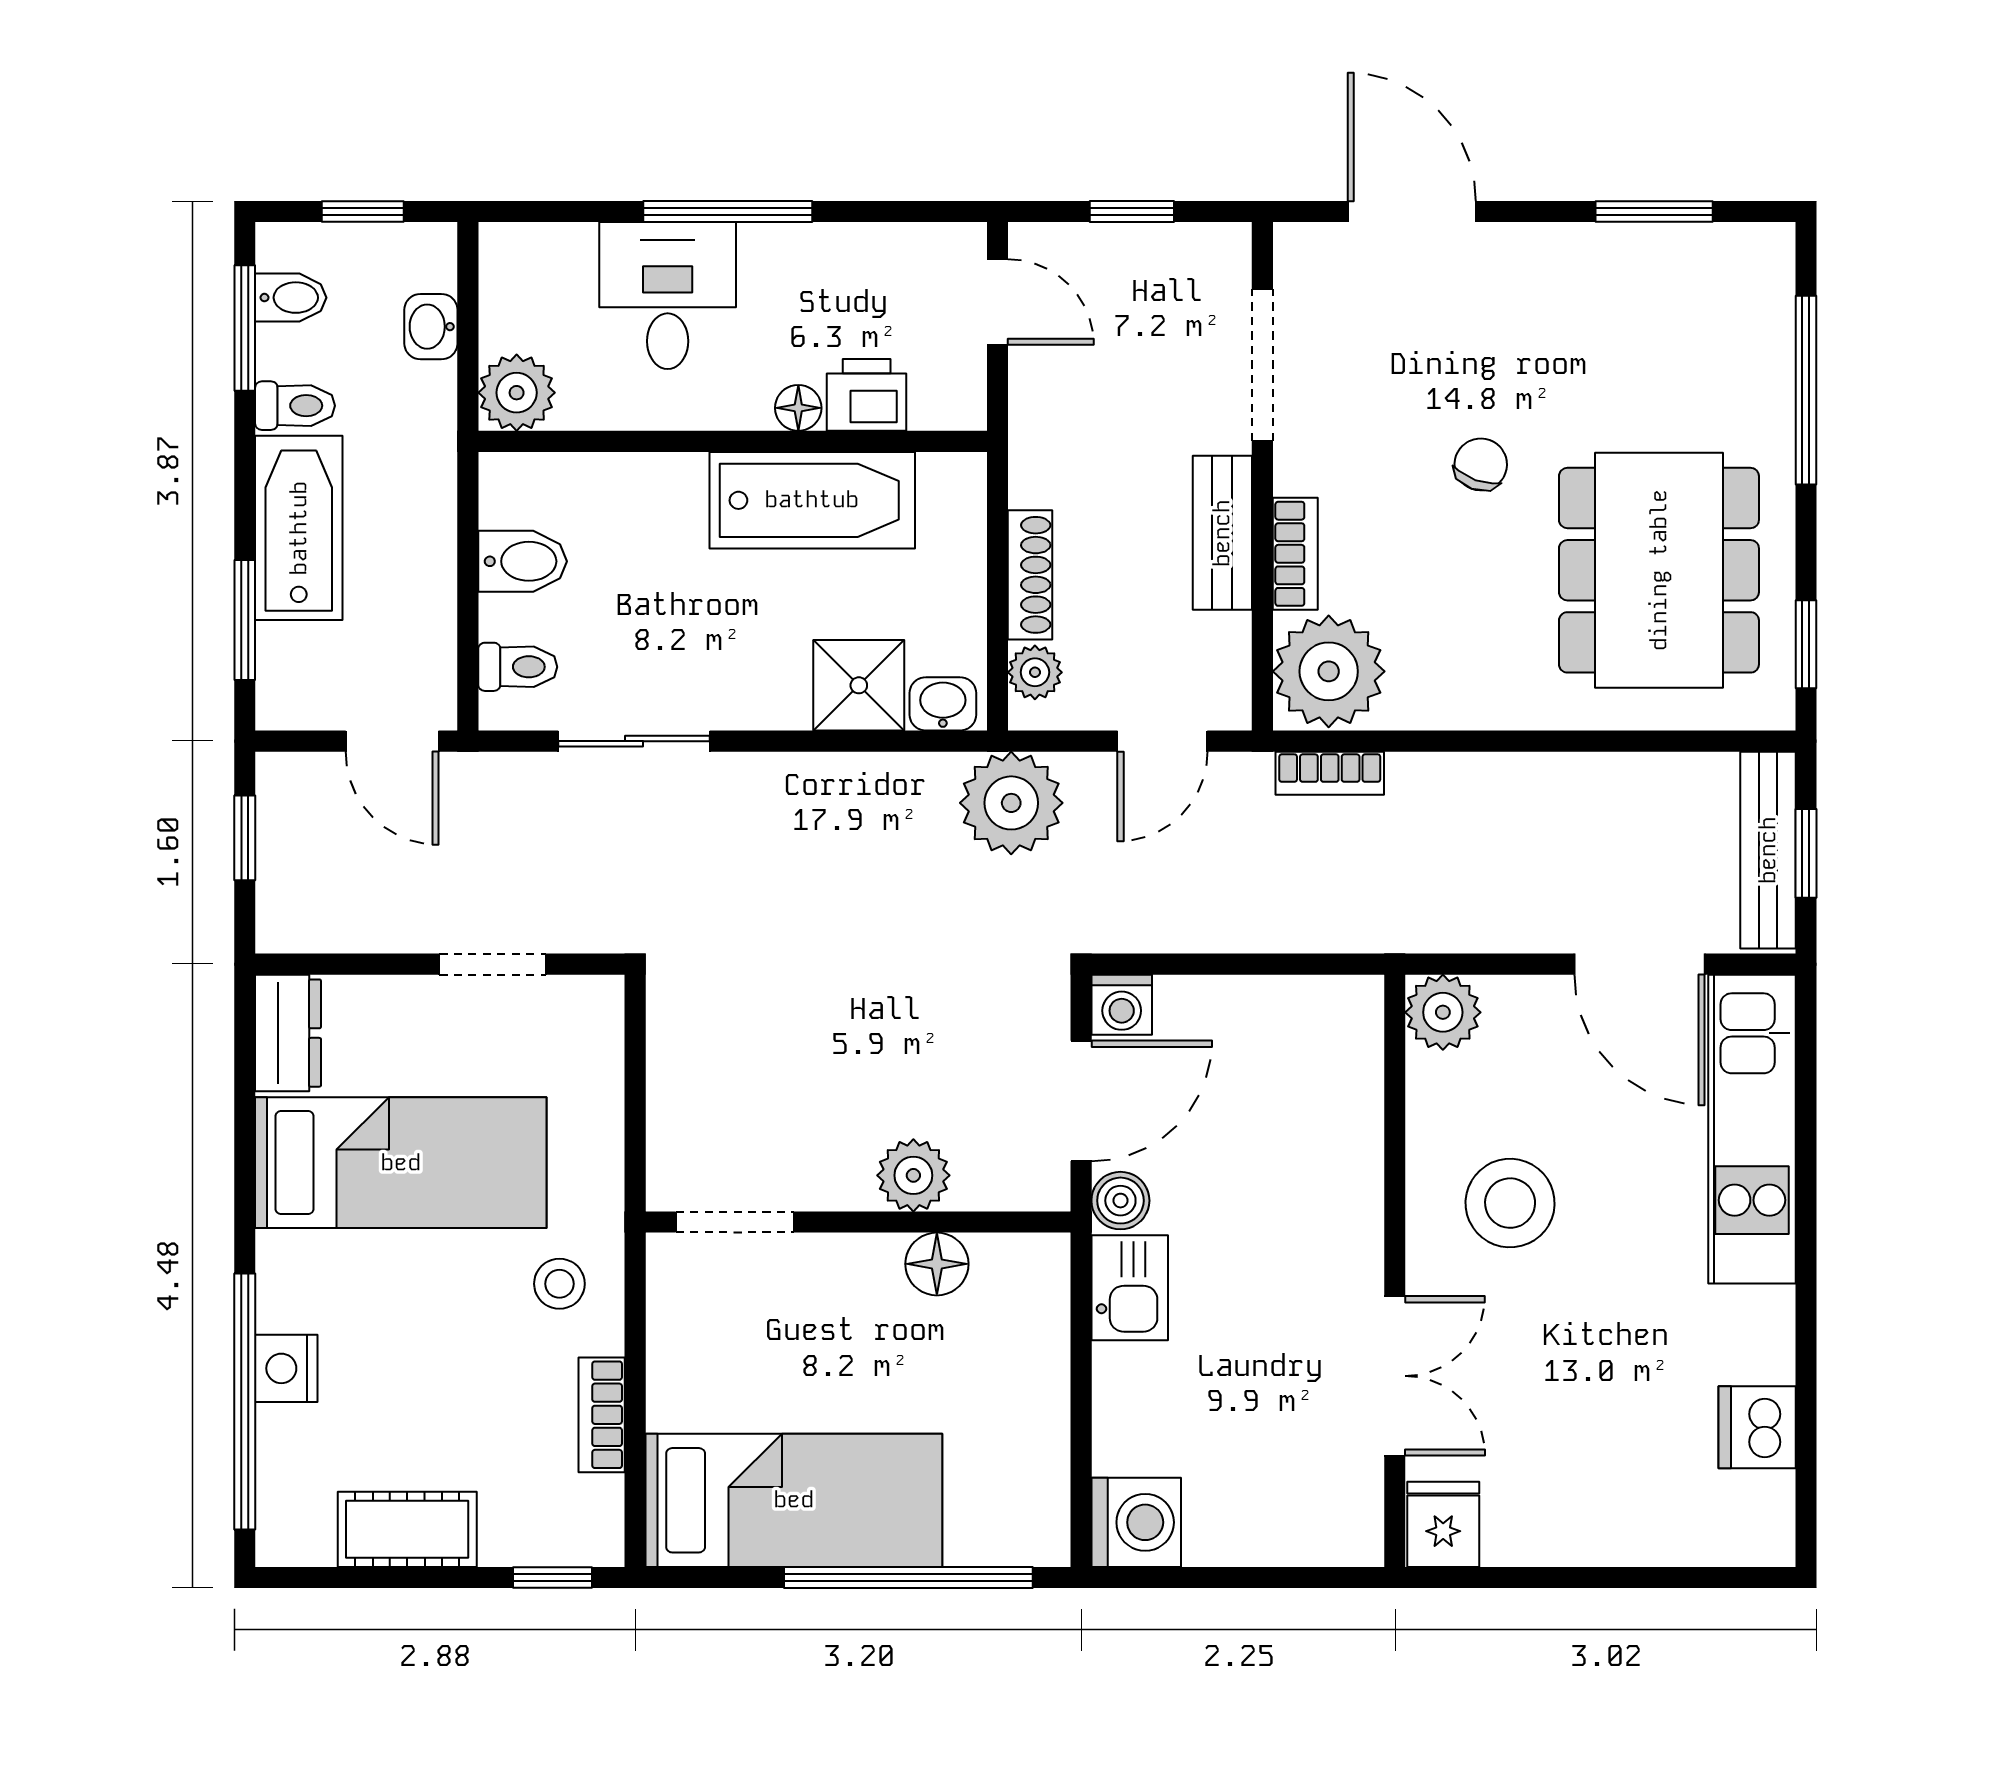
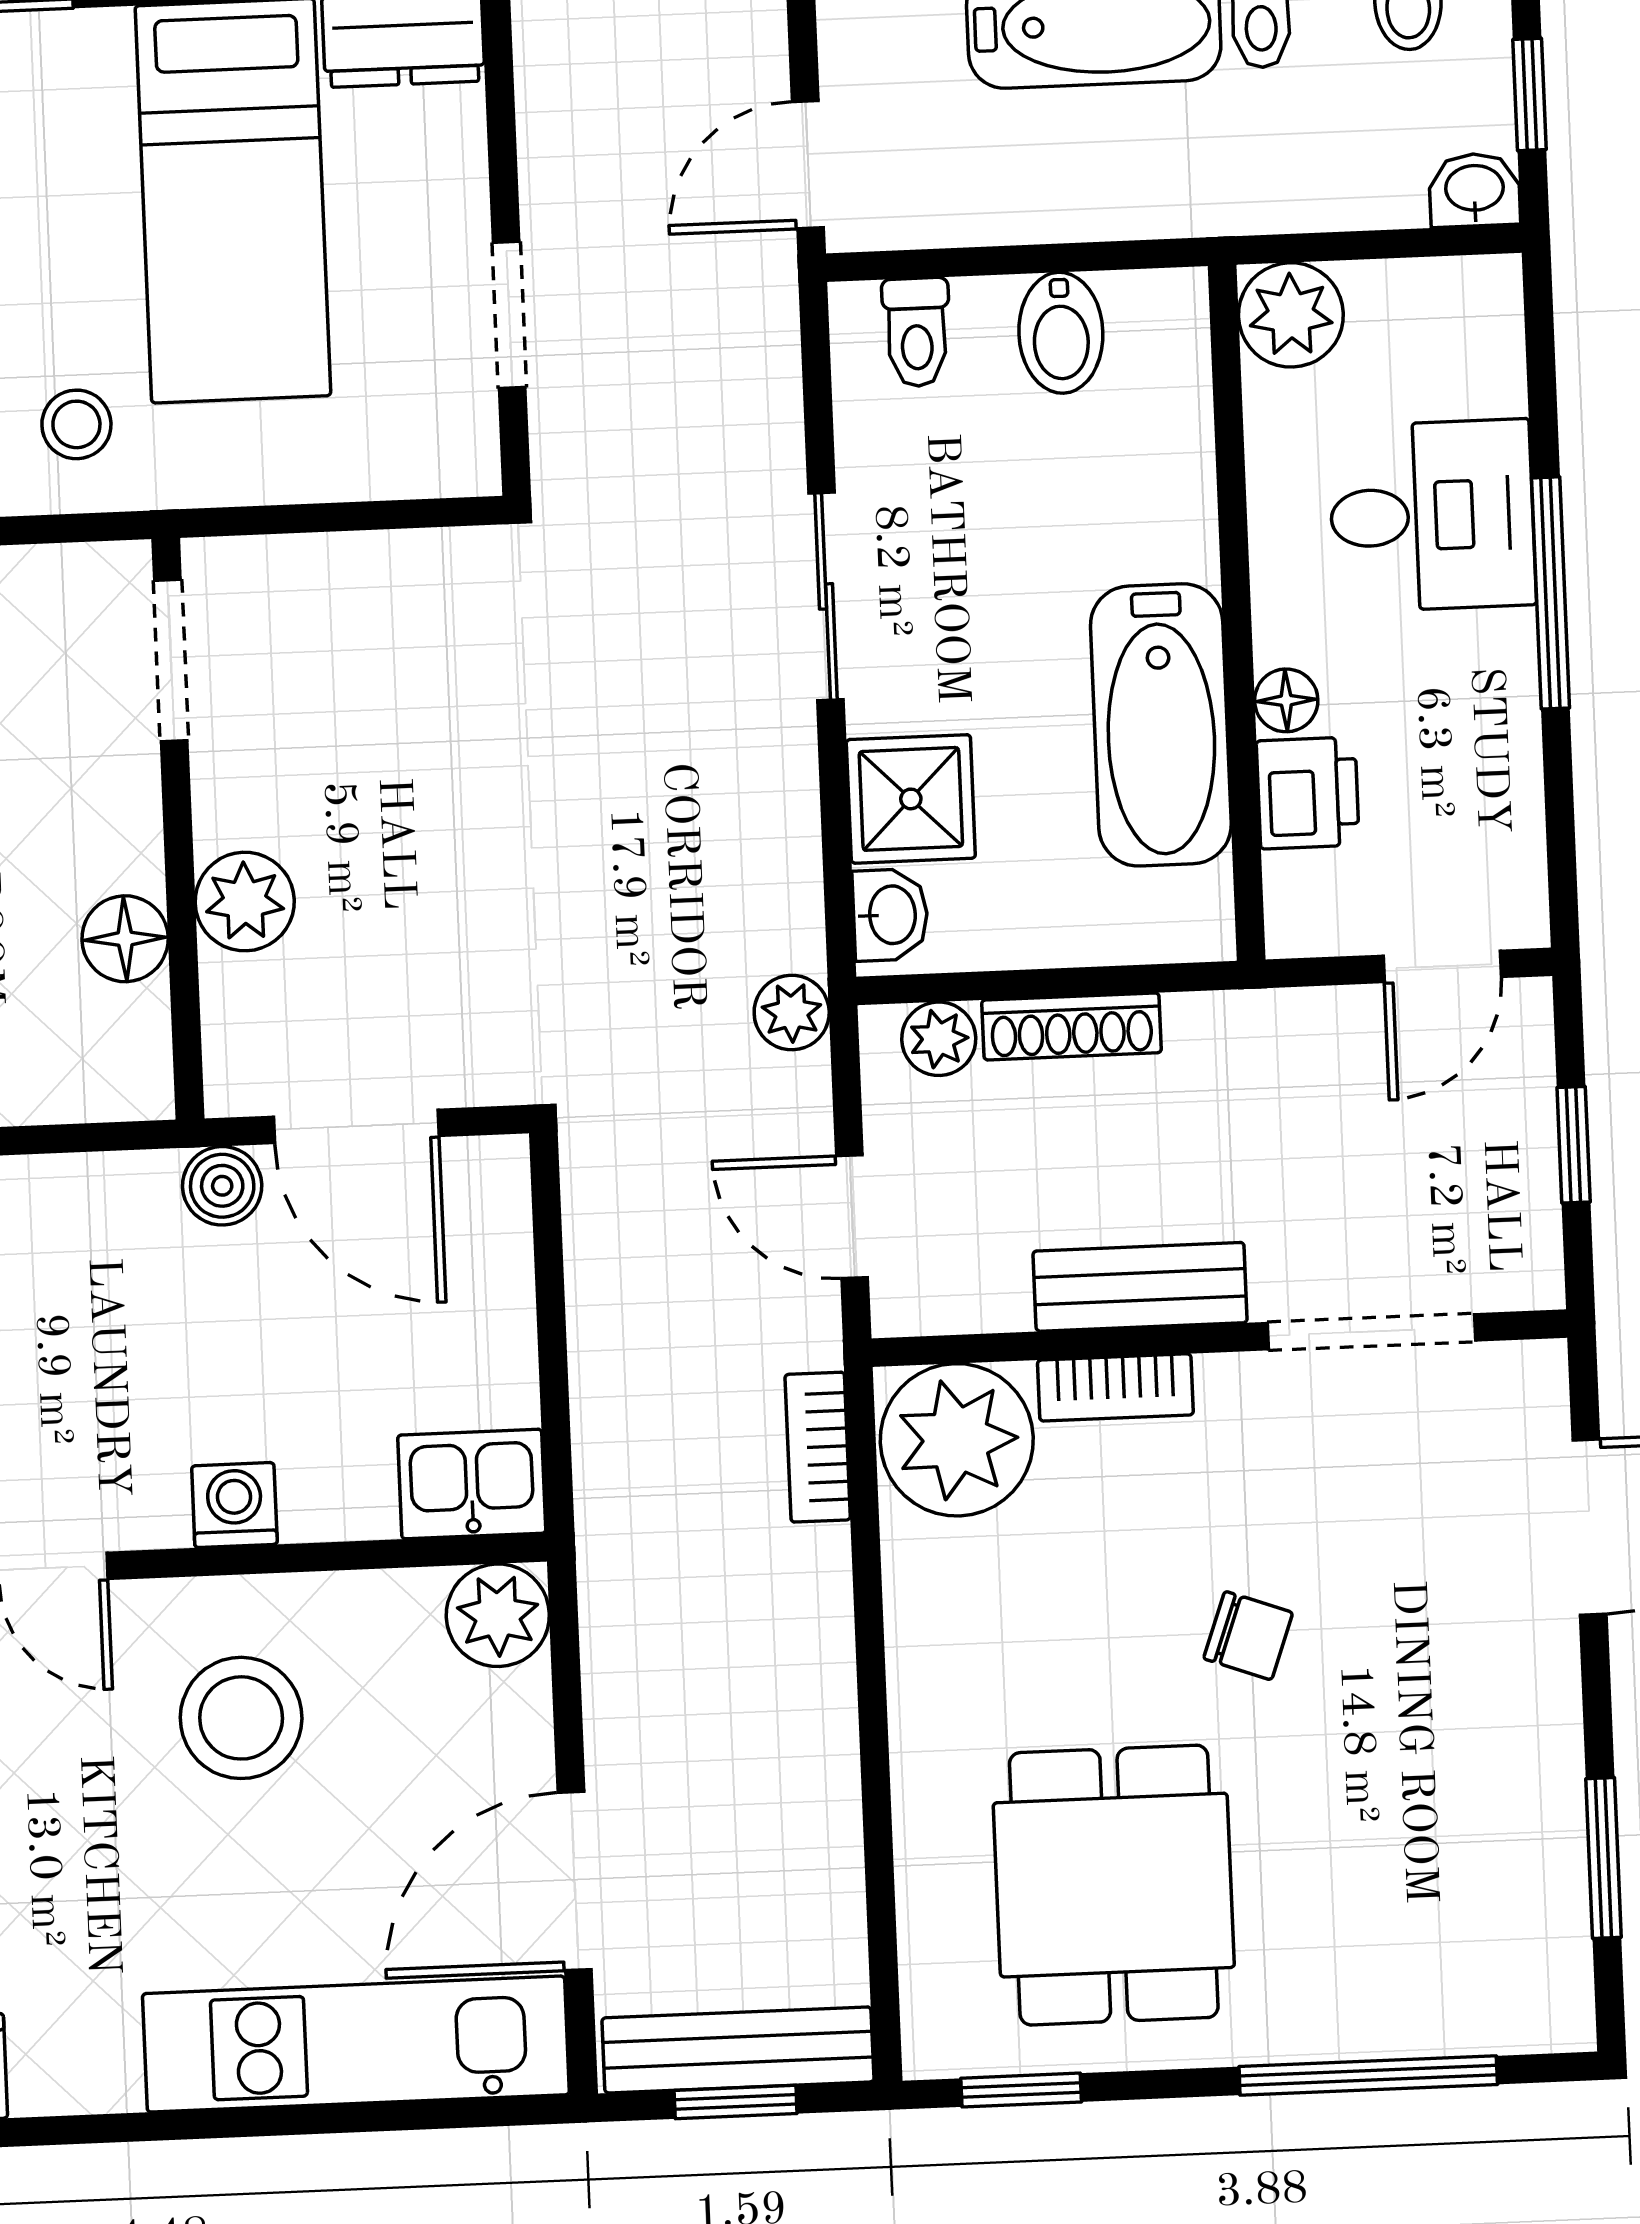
washbasin: (431, 327) -> (1475, 190), moved
dining table: (1659, 570) -> (1114, 1885), width x0.73
sliding door: (634, 741) -> (826, 596), moved
plant: (1011, 803) -> (792, 1012), width x0.53, depth x0.53
washing machine: (1122, 1005) -> (234, 1505), moved, turned 90
kitchen sink: (1130, 1288) -> (472, 1484), moved, turned 180

